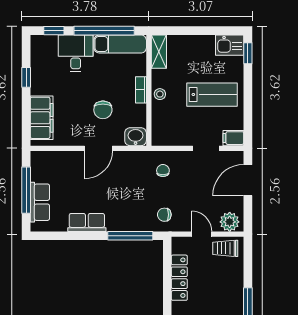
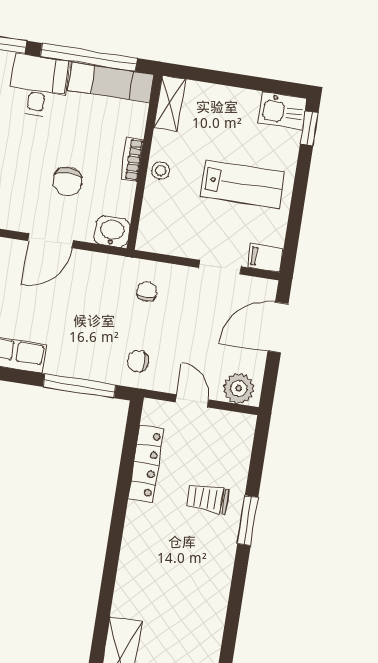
trolley: (225, 248) -> (207, 499), moved

